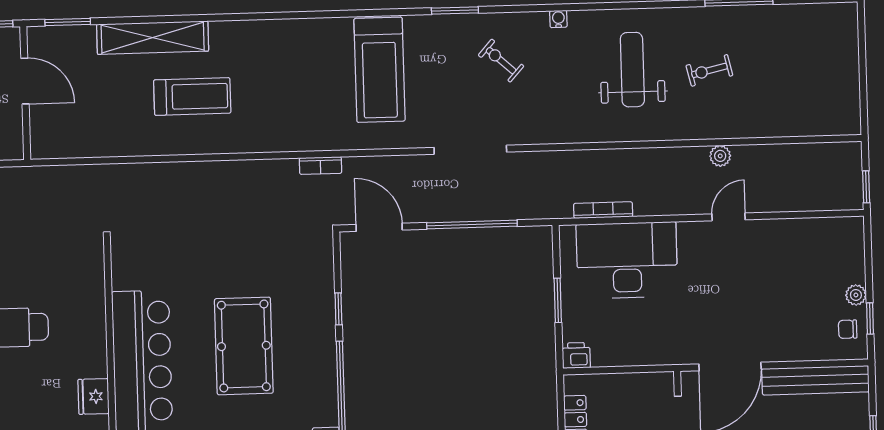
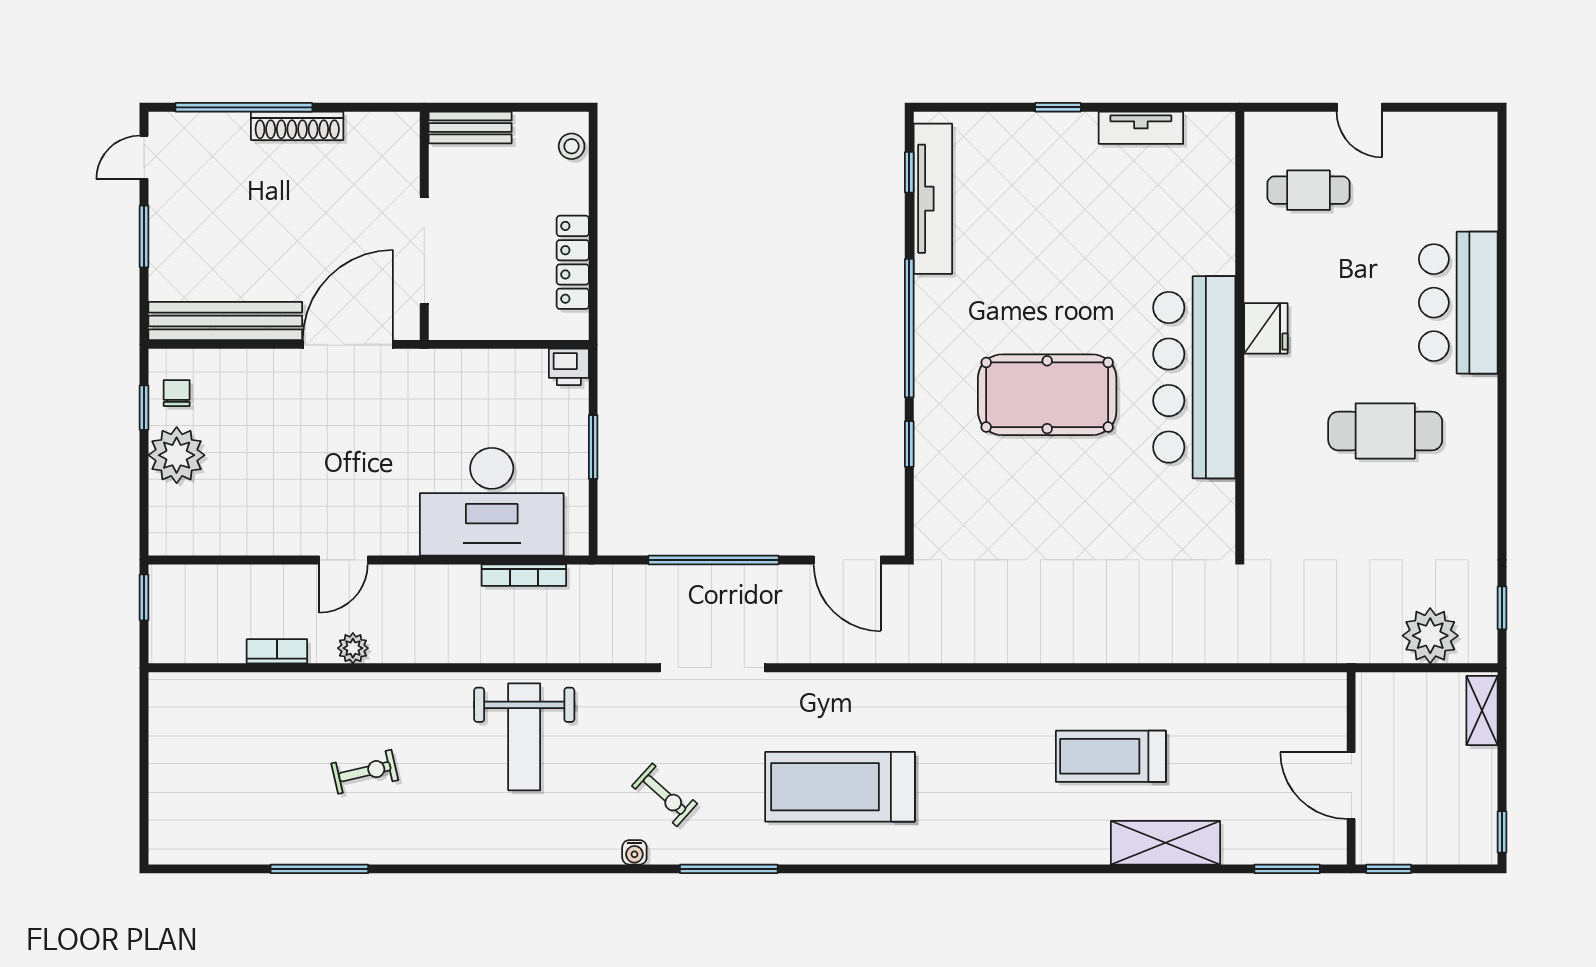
window: (455, 10) -> (729, 869), width x1.44
water cooler: (558, 19) -> (634, 852), moved
shelving: (153, 38) -> (1165, 843), width x0.68
treadmill: (379, 70) -> (840, 787), turned -90
weight bench: (632, 70) -> (524, 737), moved
bookcase: (320, 166) -> (277, 651), moved
plant: (856, 295) -> (177, 455), width x1.87, depth x1.87
chair: (848, 329) -> (177, 393), turned -90
pool table: (244, 346) -> (1047, 395), turned 90

